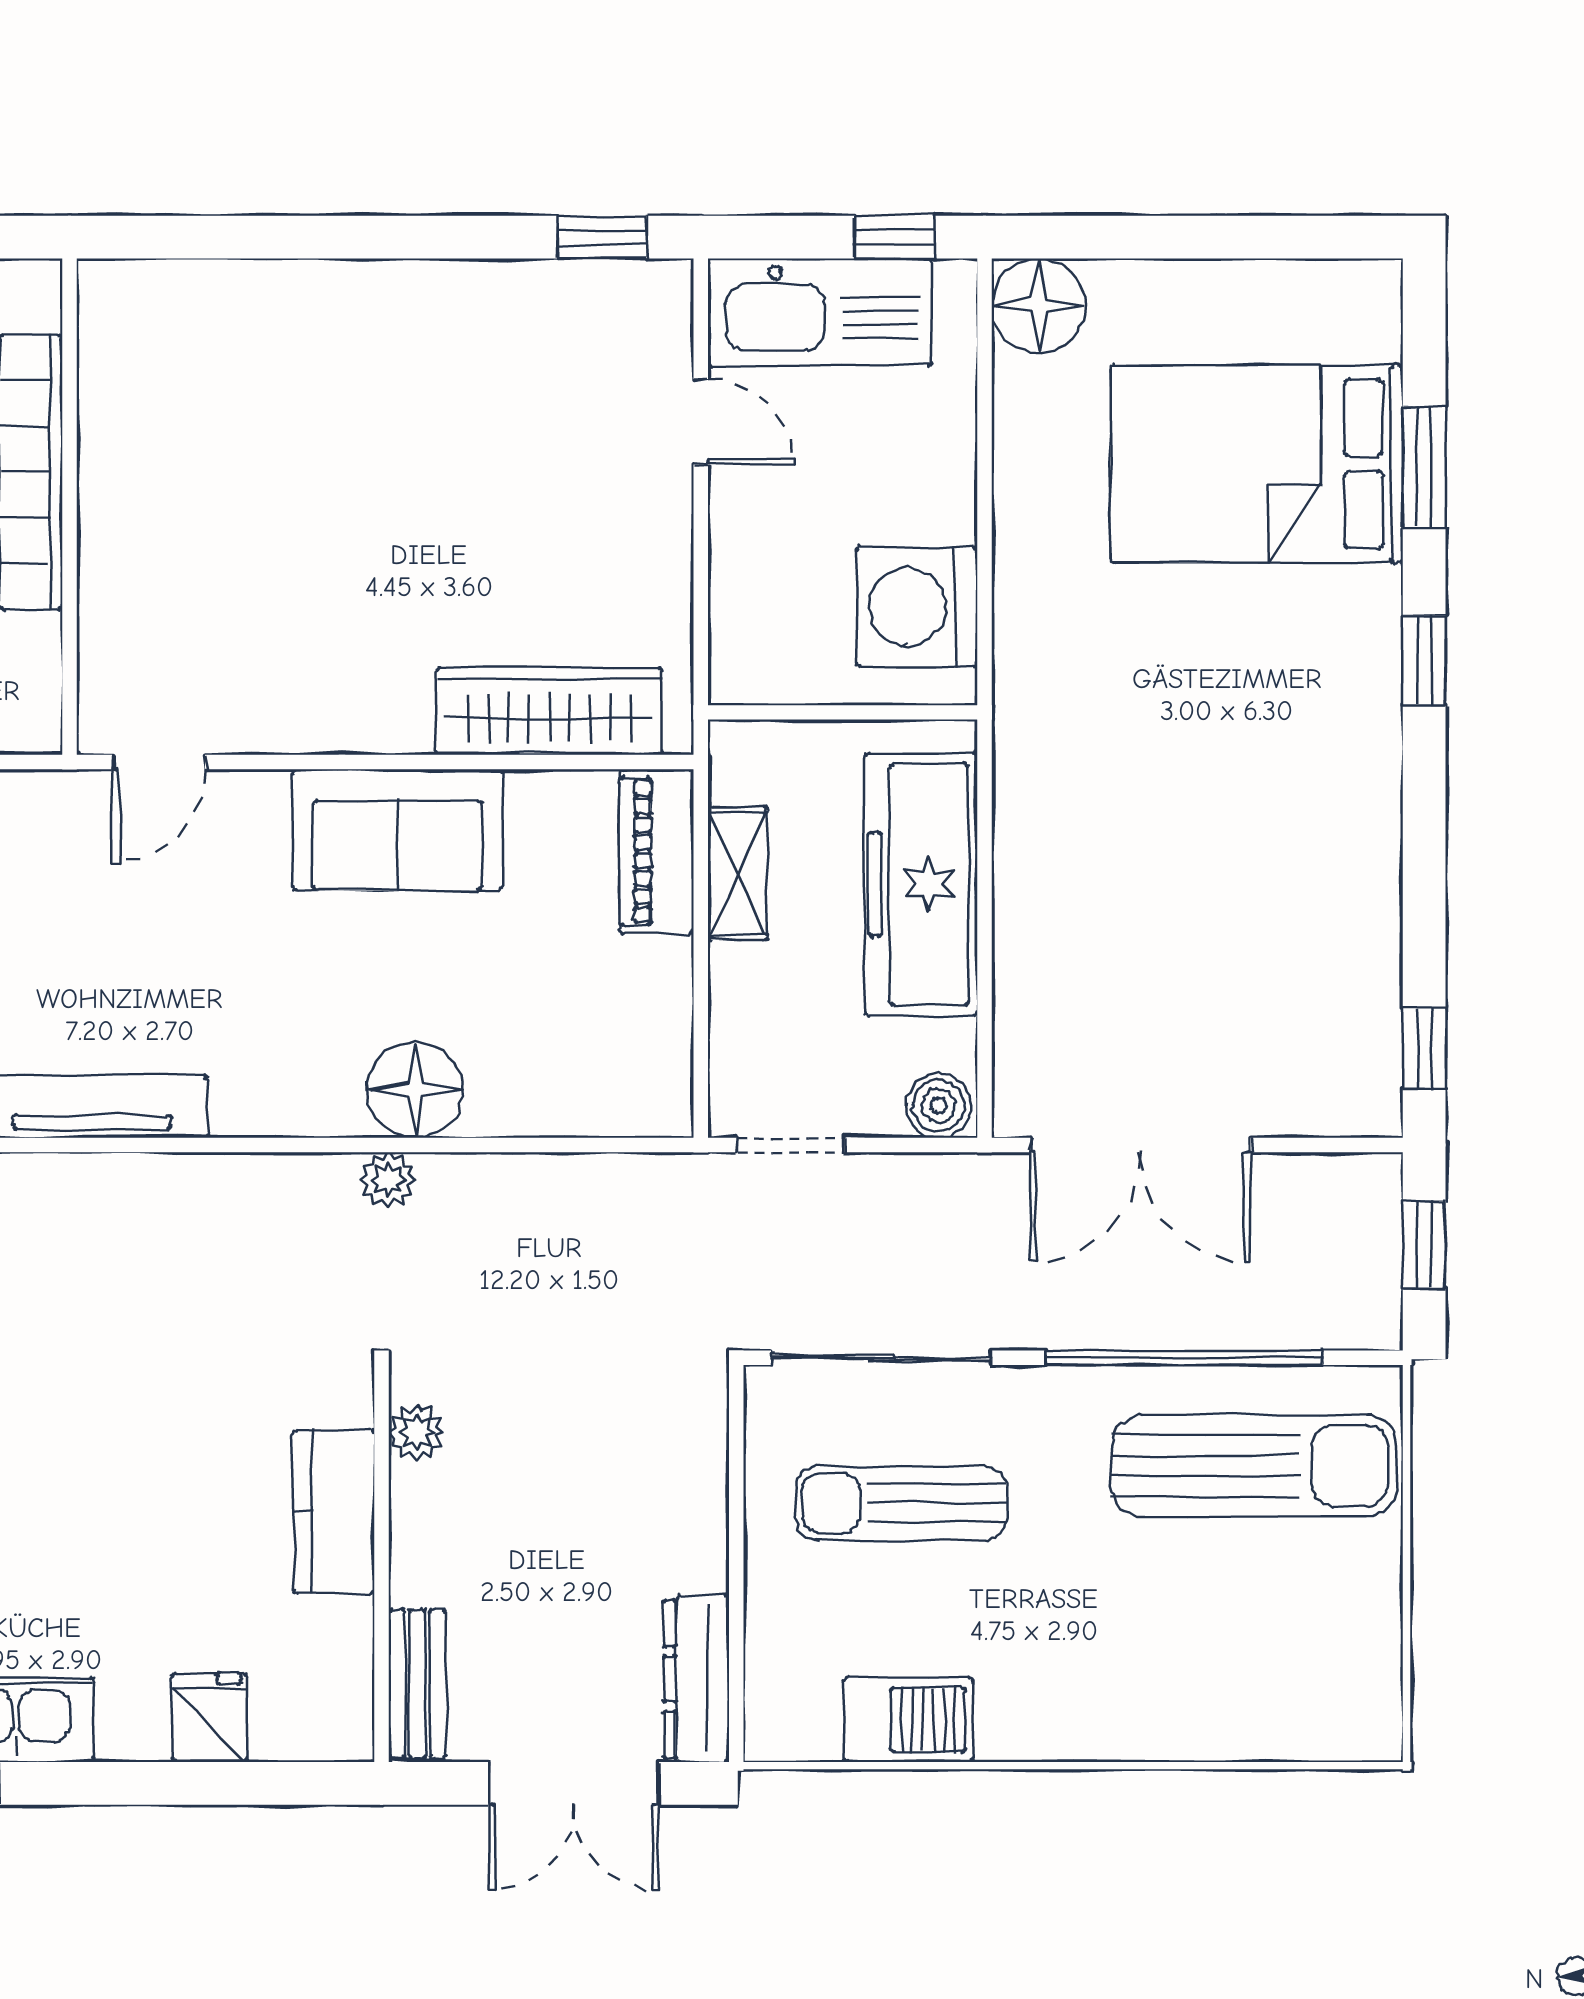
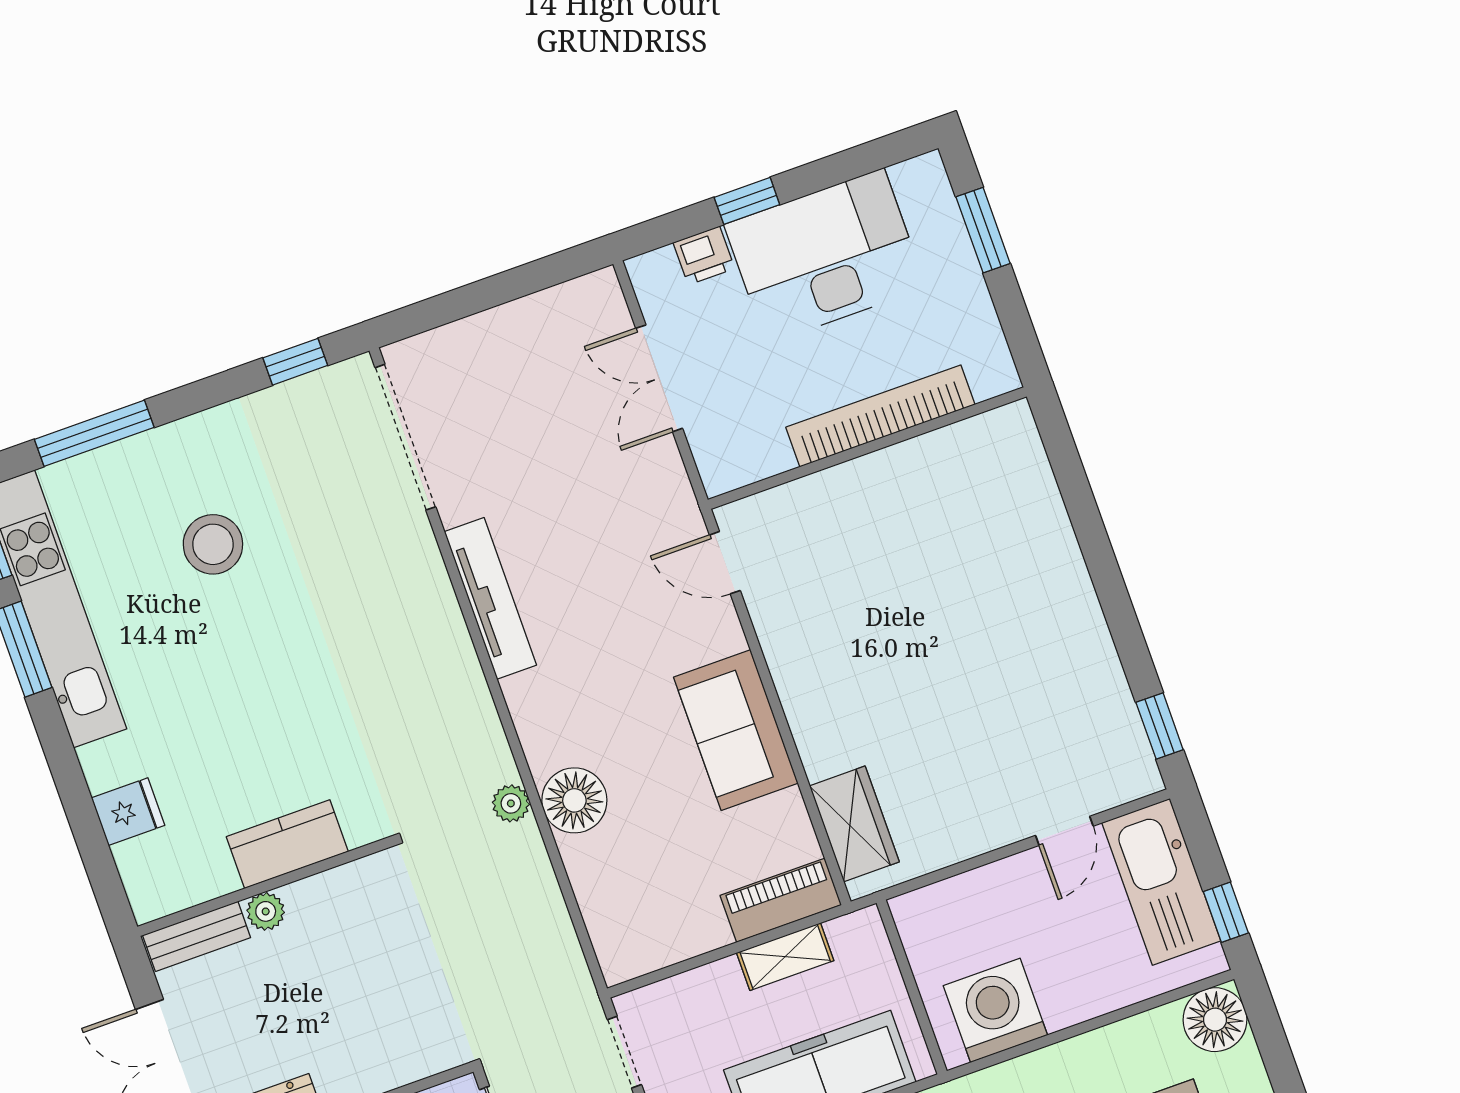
wardrobe: (549, 711) -> (854, 824), width x0.67
plant: (417, 1432) -> (266, 911), moved

